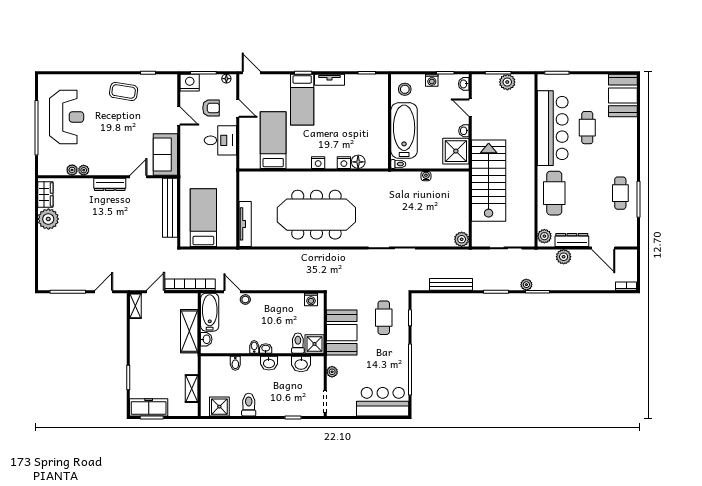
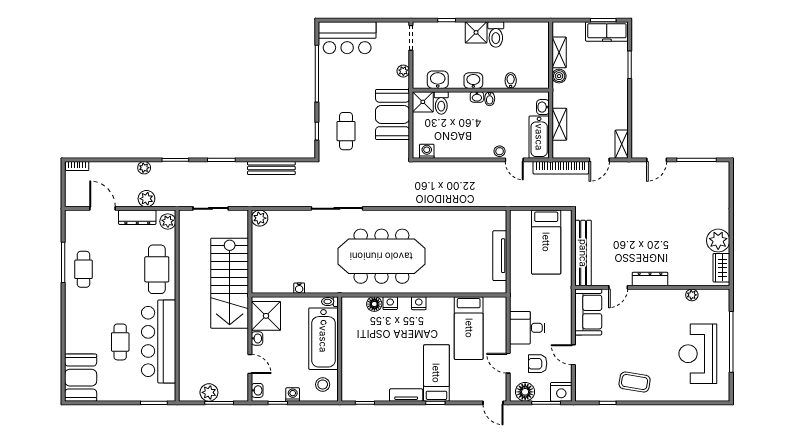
floor lamp: (226, 79) -> (525, 392), width x1.89, depth x1.89
plant: (84, 170) -> (679, 295), removed
meeting table: (316, 215) -> (381, 256), moved
tv unit: (245, 224) -> (500, 256), moved
plant: (526, 285) -> (144, 168), moved
shelving: (189, 331) -> (559, 124), width x0.67, depth x0.75
boiler: (192, 367) -> (559, 76), added
shower: (219, 407) -> (476, 32), moved

